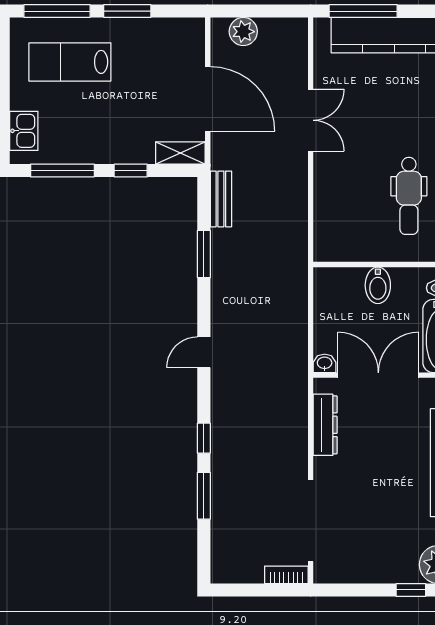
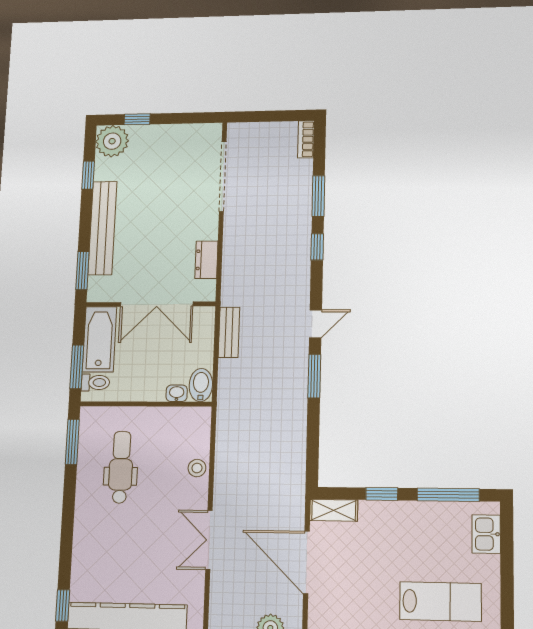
stool: (326, 196) -> (197, 468), added
bench: (221, 199) -> (229, 332), moved
window: (204, 254) -> (314, 376), moved
bidet: (378, 285) -> (201, 385), moved
washbasin: (325, 363) -> (177, 393), moved, turned 180
dresser: (325, 425) -> (206, 260), width x0.70
bookcase: (286, 575) -> (306, 139), moved, turned 90

